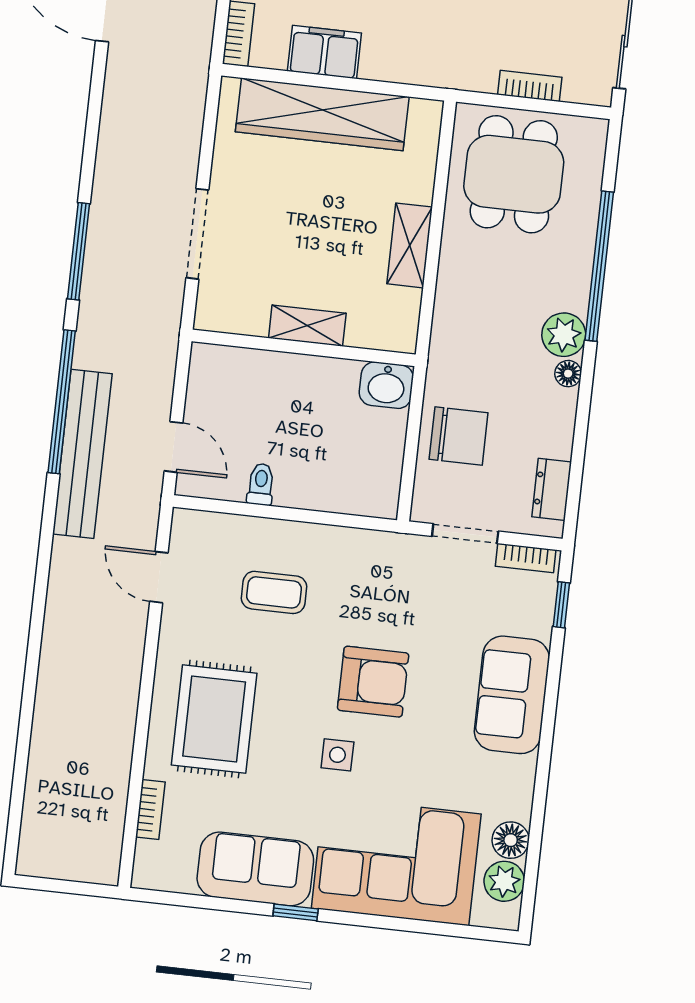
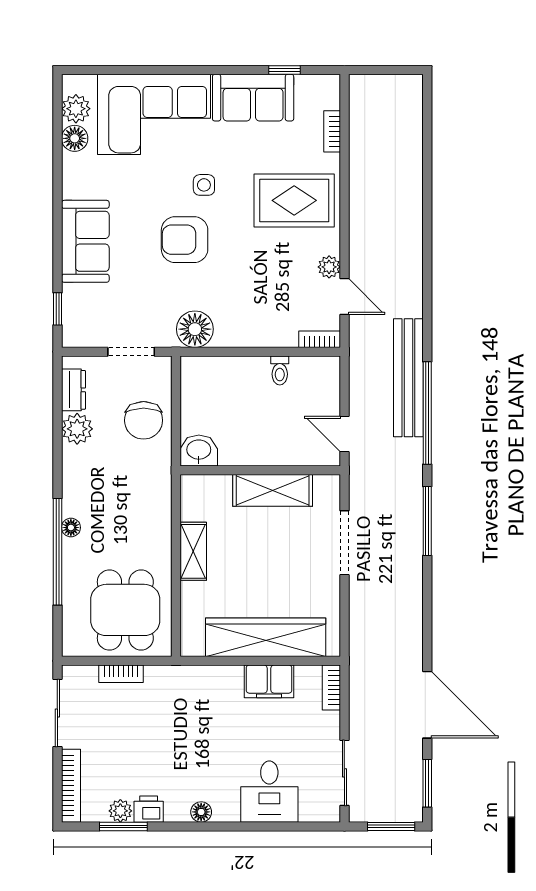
shelving: (307, 326) -> (273, 490), width x1.50, depth x1.33
plant: (564, 335) -> (77, 429), moved
floor lamp: (568, 374) -> (71, 528), moved
chair: (459, 436) -> (144, 420), turned -90
door: (174, 447) -> (344, 434), moved
floor lamp: (373, 555) -> (195, 329), added
bookcase: (526, 558) -> (320, 339), moved
coffee table: (274, 592) -> (262, 295), removed
plant: (176, 621) -> (329, 267), added
rug: (214, 719) -> (294, 200), turned 90
window: (296, 912) -> (284, 70), moved

